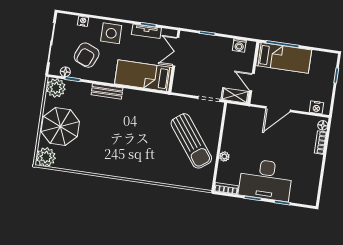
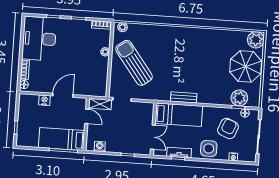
plant: (56, 88) -> (239, 98), moved
bench: (107, 91) -> (184, 97), moved
nightstand: (316, 107) -> (44, 100), moved
desk: (266, 180) -> (39, 39), moved, turned -90
plant: (202, 184) -> (123, 27), added

